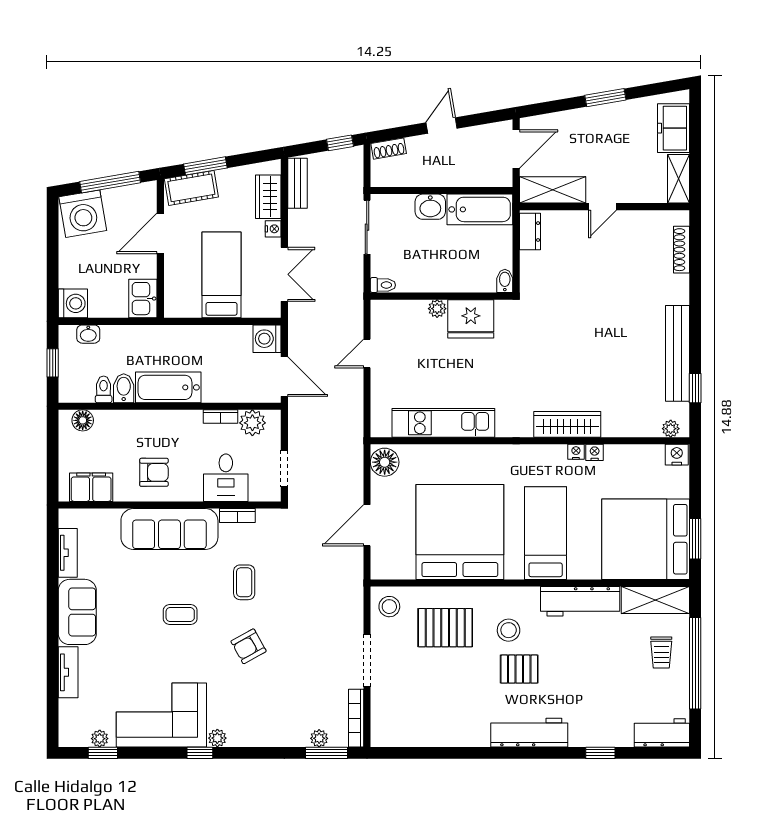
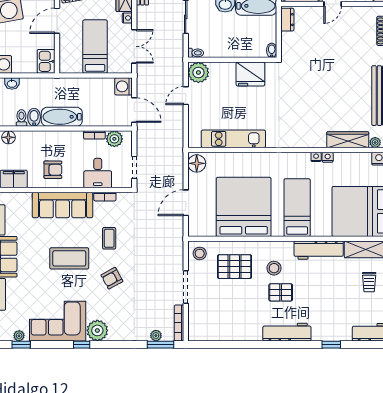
plant: (437, 309) -> (198, 72), moved, width x1.87, depth x1.87
wardrobe: (567, 424) -> (348, 140), moved
coffee table: (180, 614) -> (69, 258), width x1.86, depth x1.72
plant: (217, 738) -> (97, 330), width x1.88, depth x1.88

